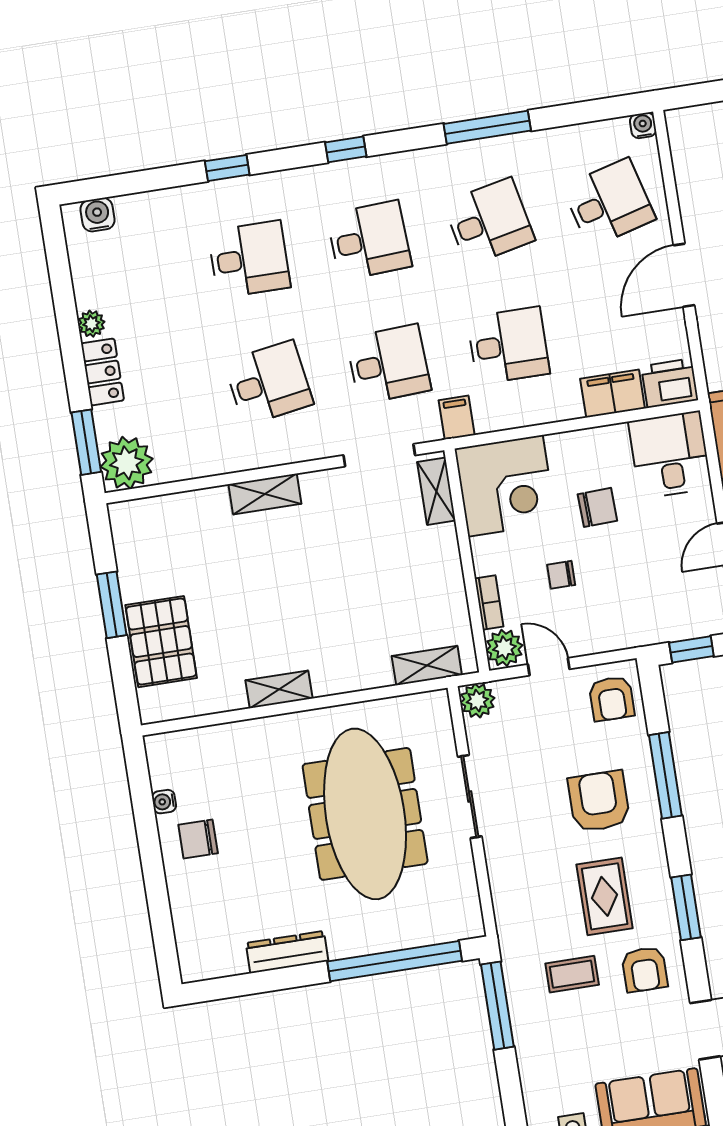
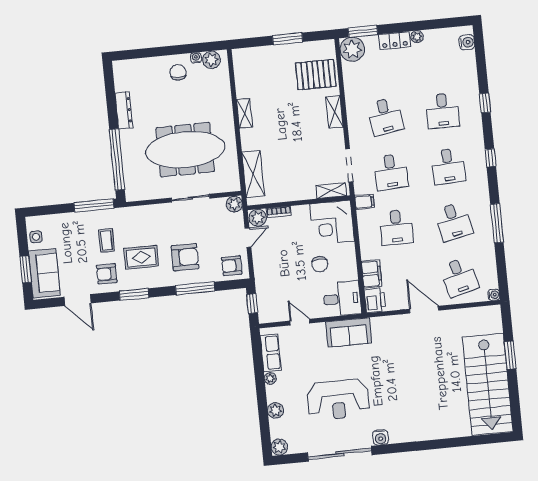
chair: (561, 575) -> (290, 246), removed
pallet: (161, 642) -> (316, 75), moved
shelving: (427, 666) -> (253, 174), width x1.50, depth x1.33
plant: (167, 768) -> (211, 60), added

